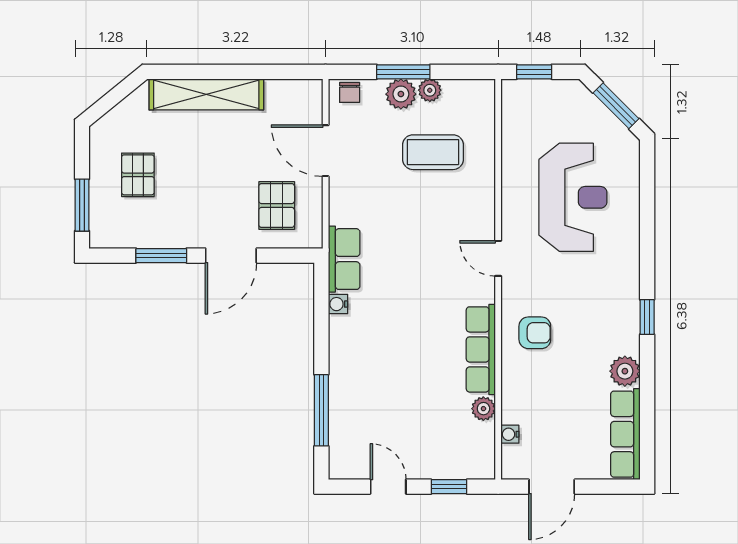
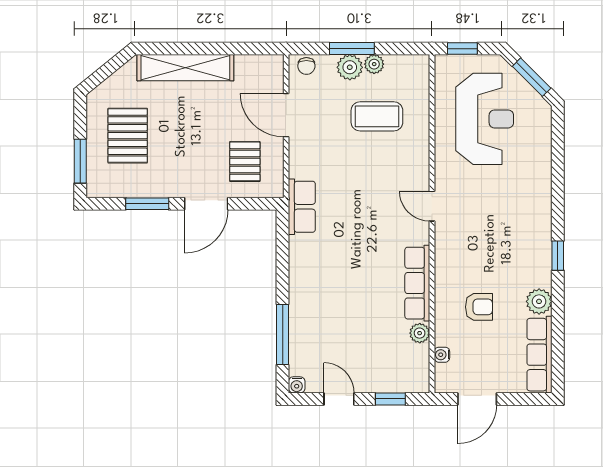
pallet: (138, 175) -> (128, 136), width x1.50, depth x1.42
reception desk: (573, 197) -> (485, 119), moved
water cooler: (338, 304) -> (297, 385), moved, turned -90
armchair: (535, 333) -> (479, 307), moved

